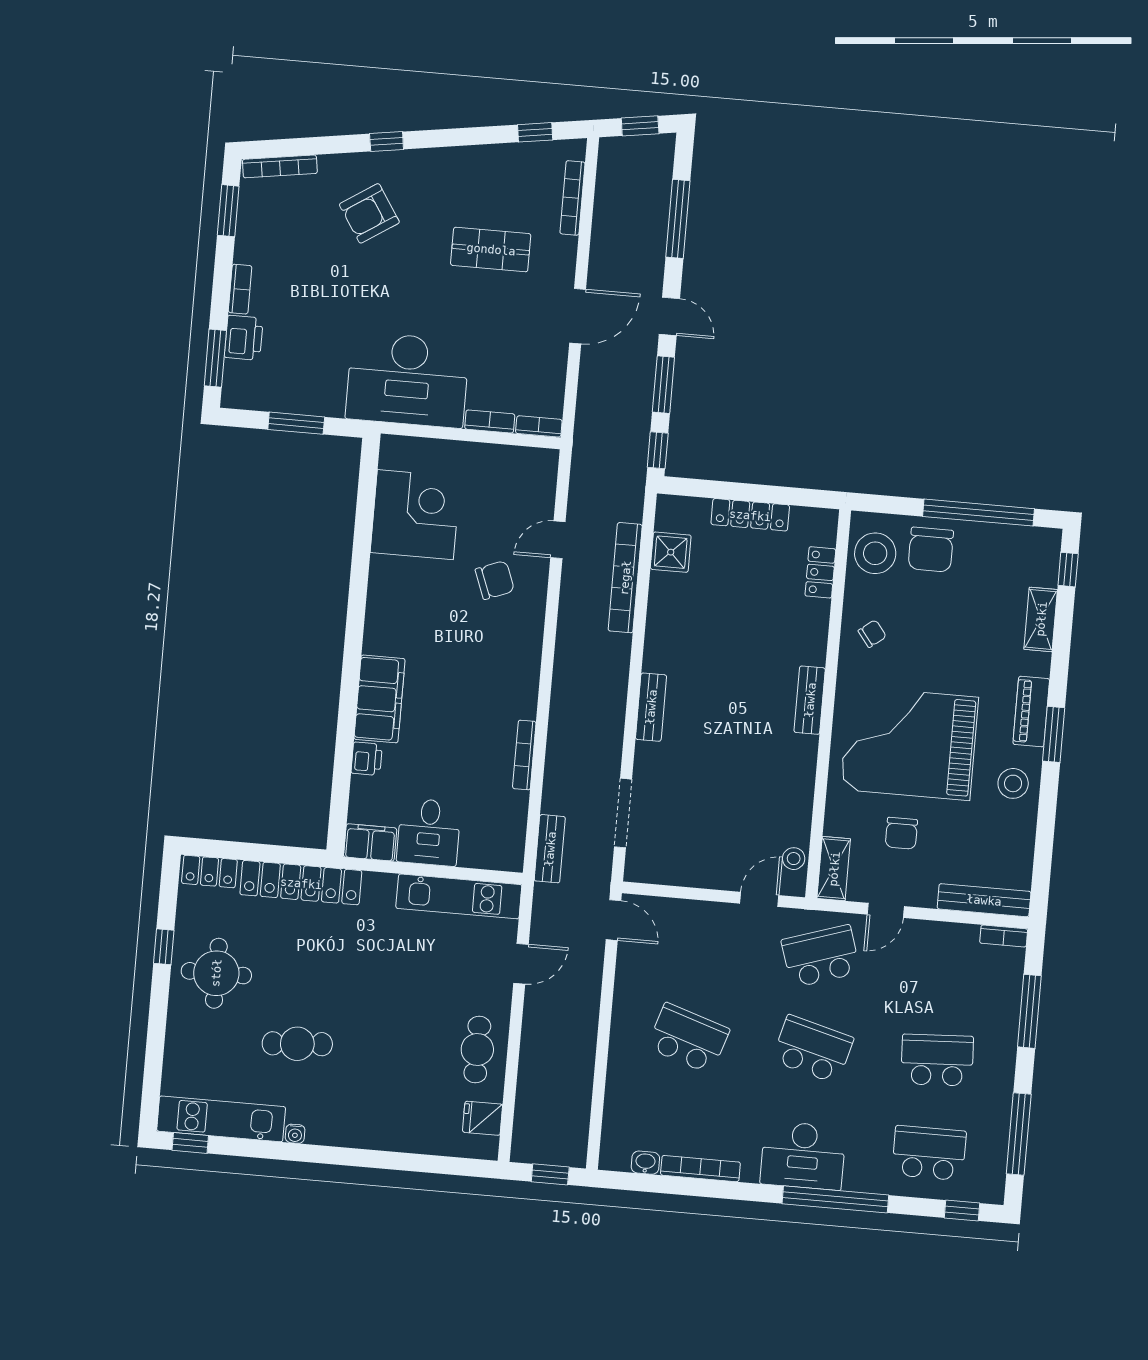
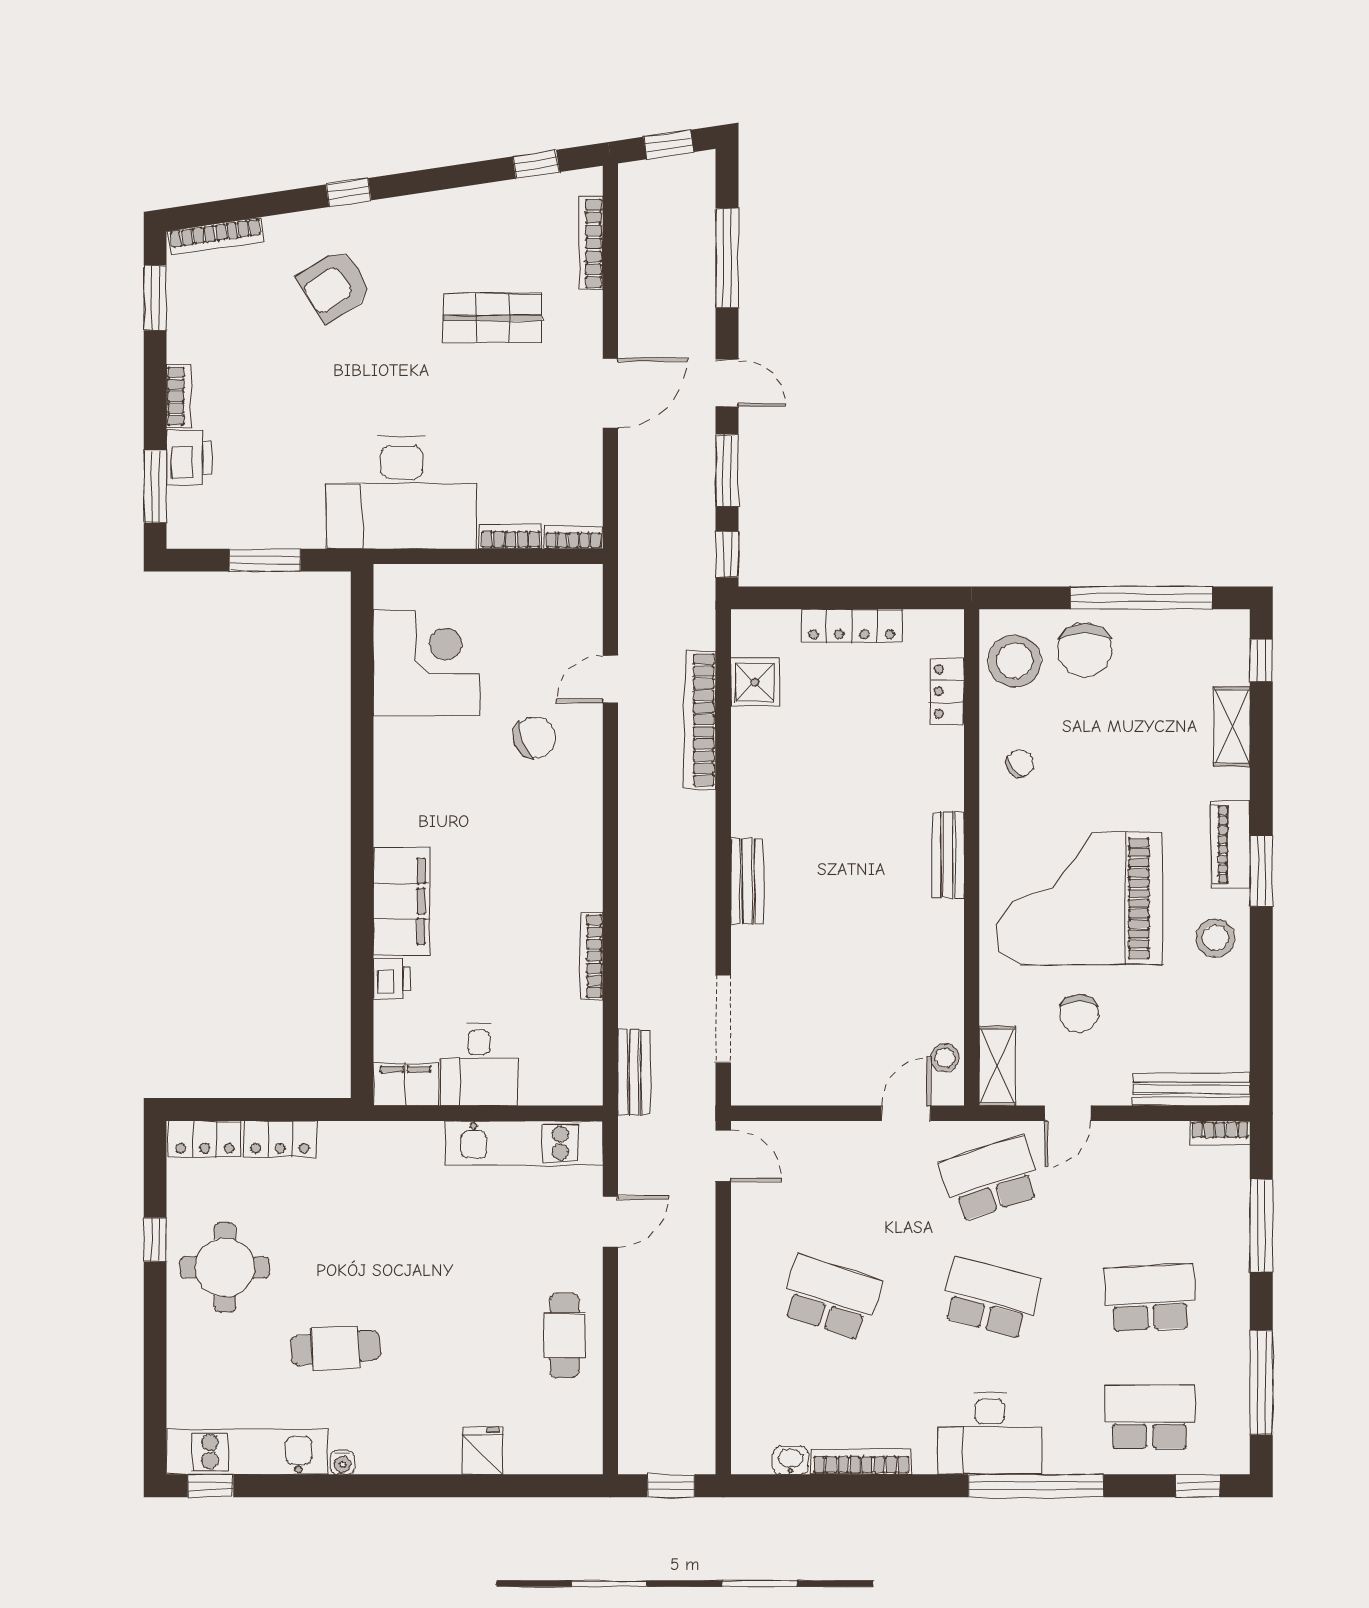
locker: (301, 883) -> (280, 1139), width x0.46, depth x0.83
fridge: (483, 1118) -> (482, 1450), moved, turned 90

